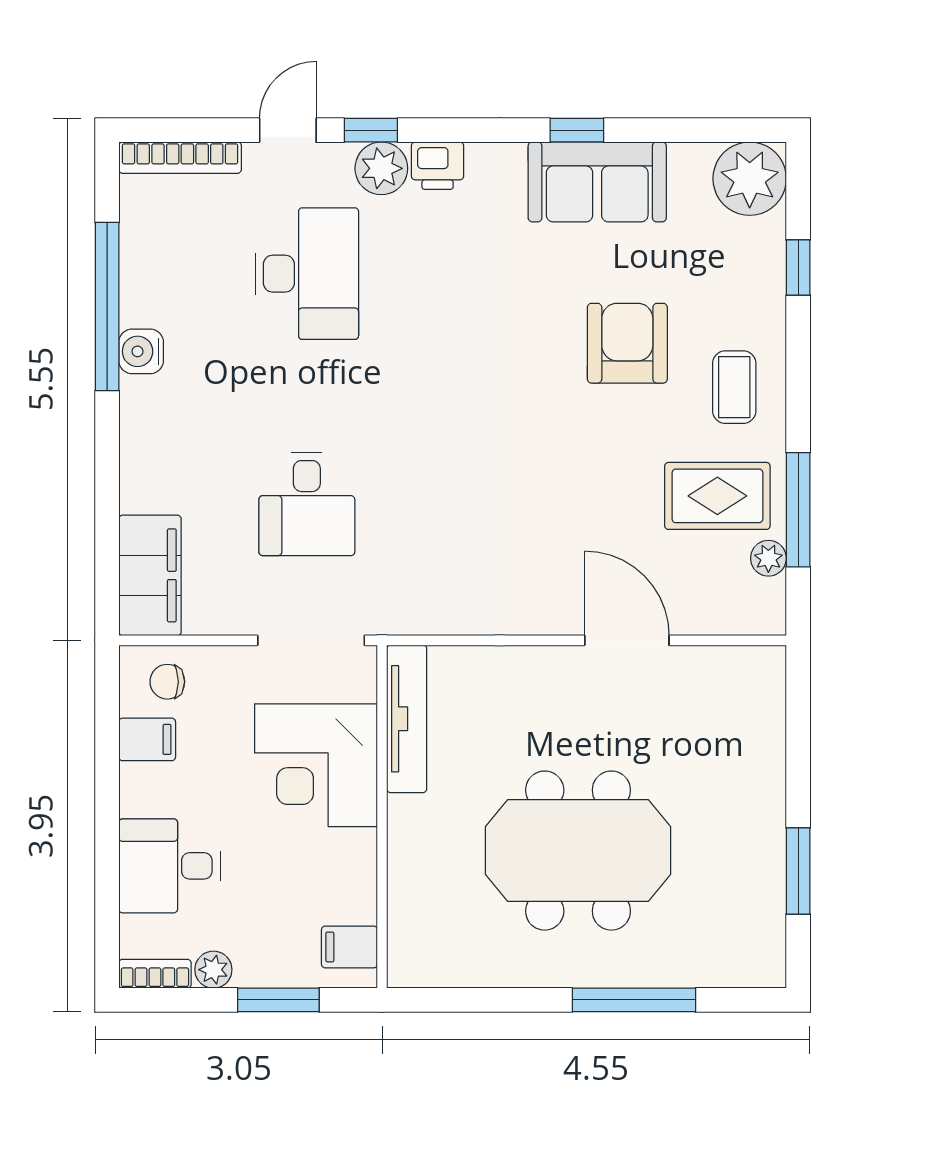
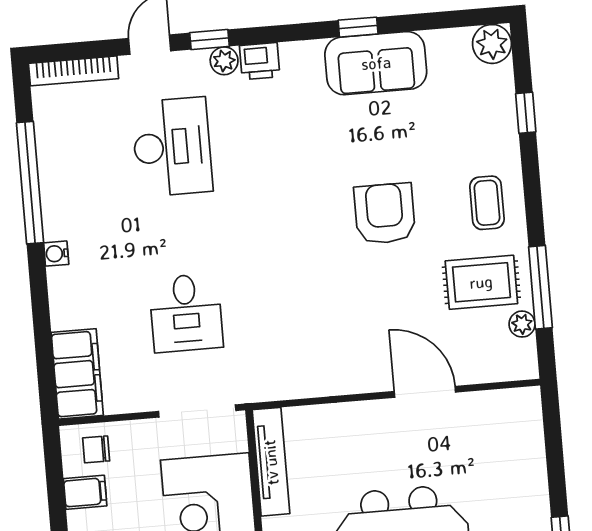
plant: (381, 168) -> (224, 61), width x0.73, depth x0.73
plant: (750, 179) -> (492, 44), width x0.73, depth x0.73
armchair: (627, 343) -> (385, 214), moved
water cooler: (141, 351) -> (56, 254), moved, width x0.72, depth x0.72

